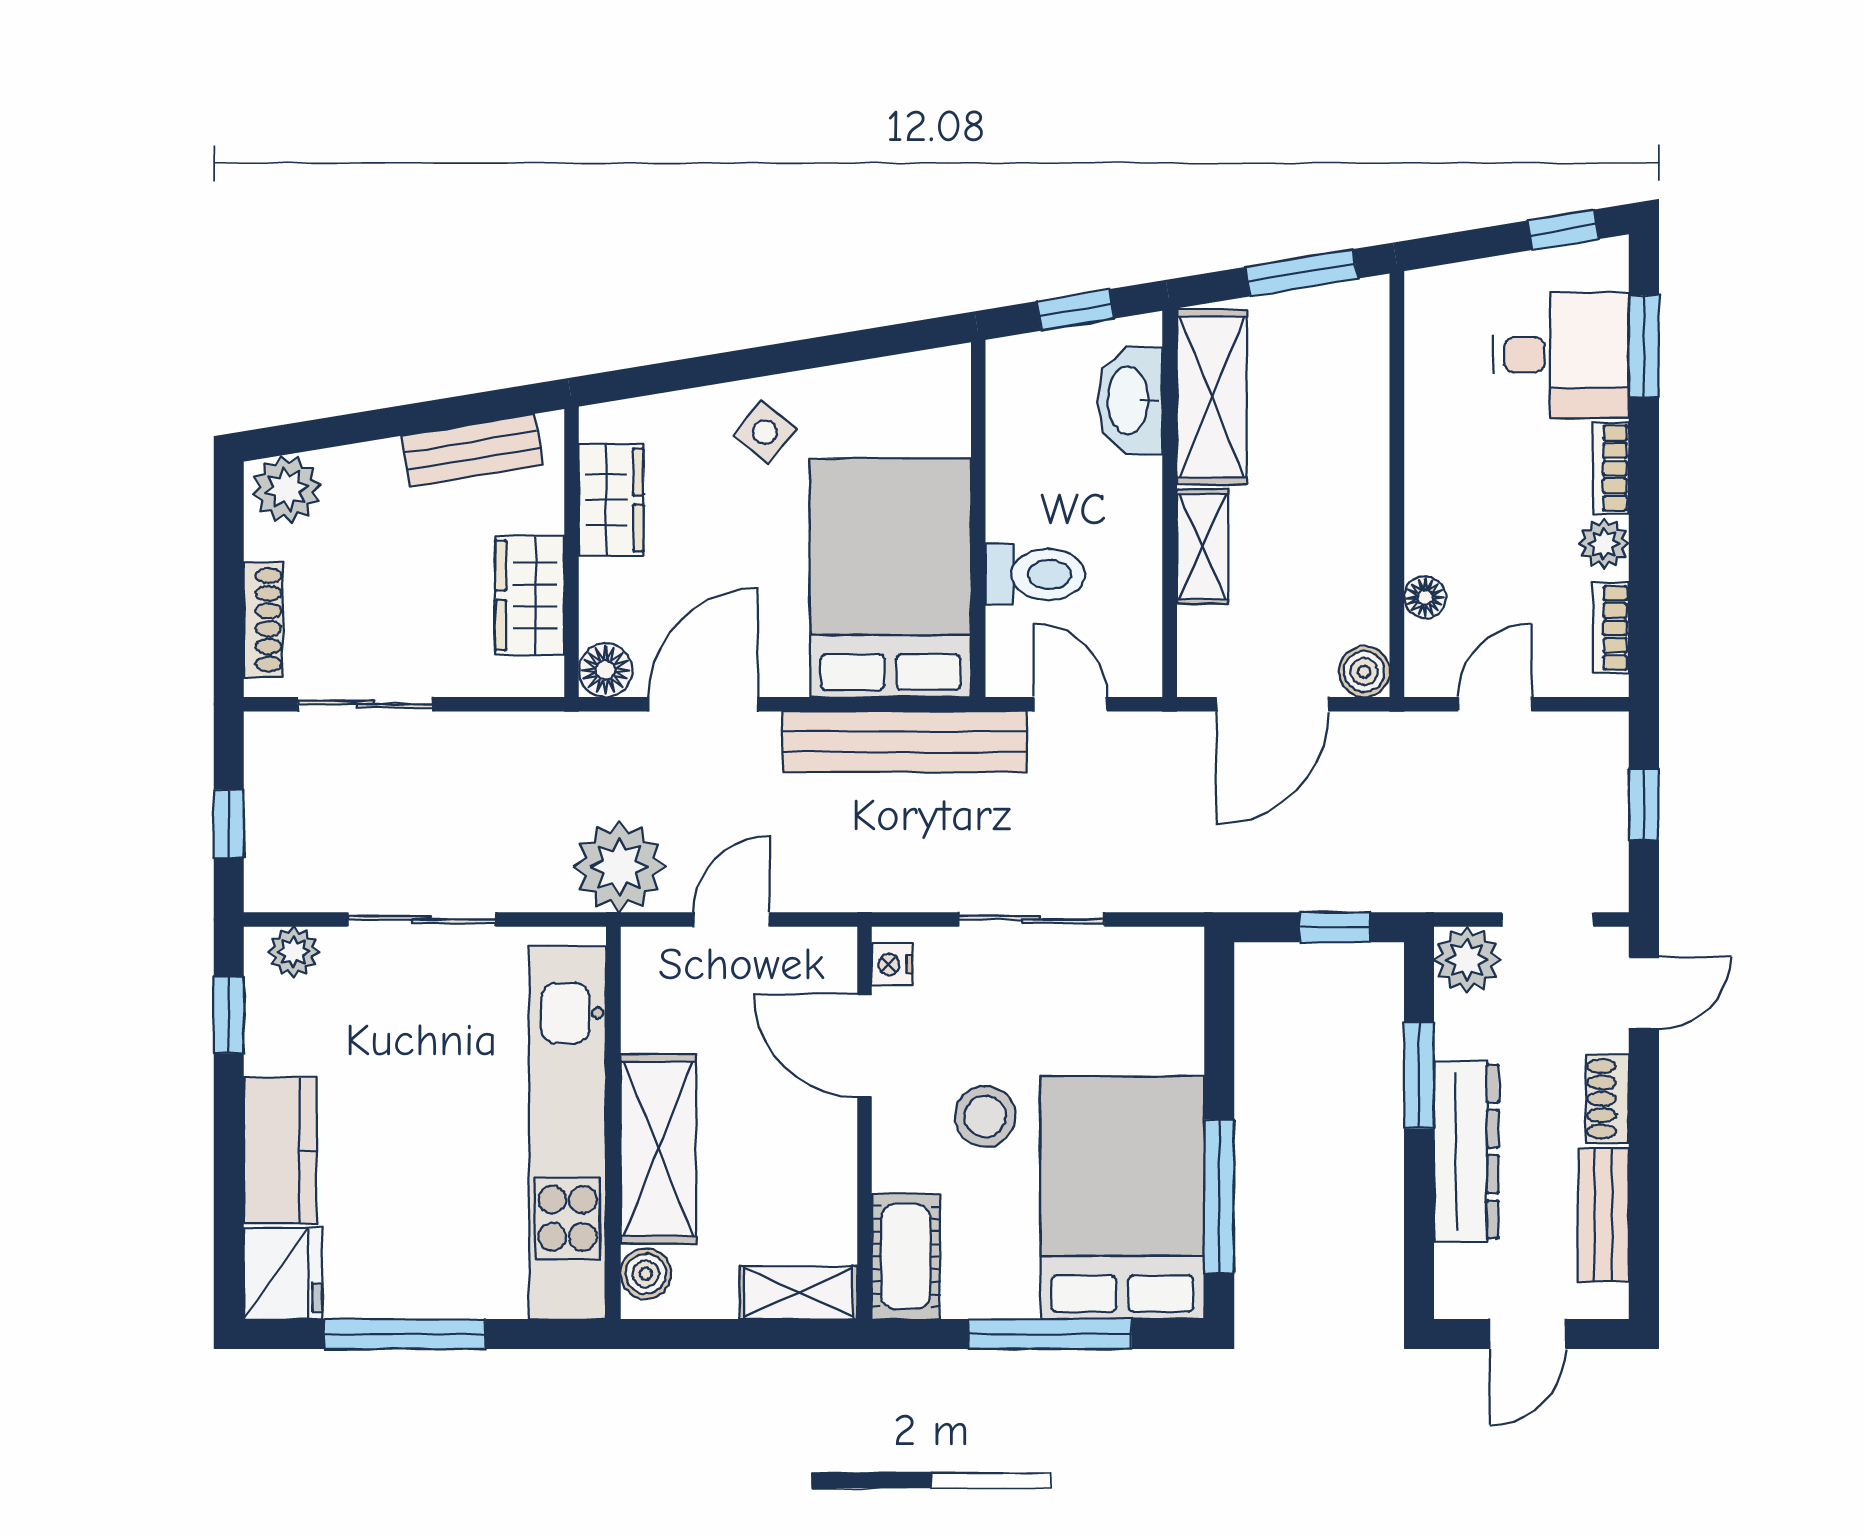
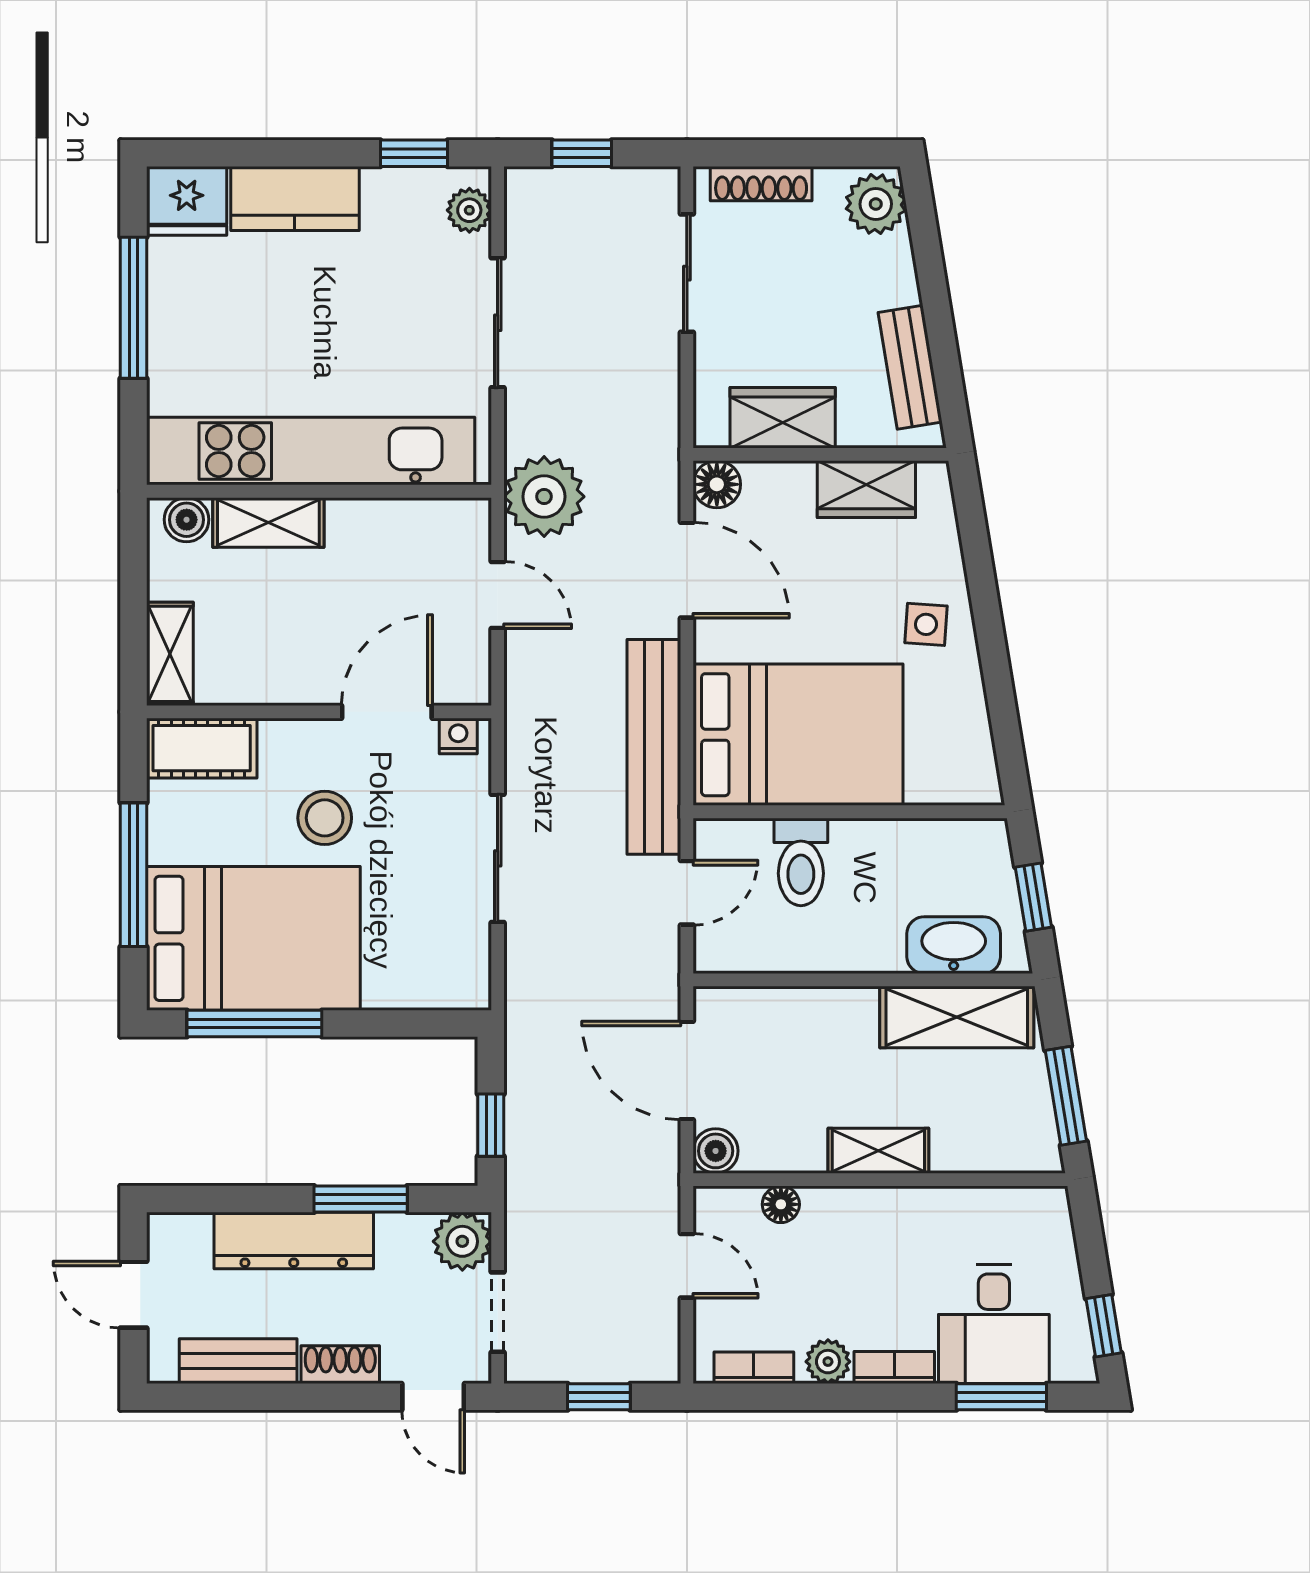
side table: (765, 432) -> (926, 624), turned -35
shelving: (1202, 547) -> (878, 1151), moved
shelving: (658, 1149) -> (268, 522), width x0.67, depth x0.75

